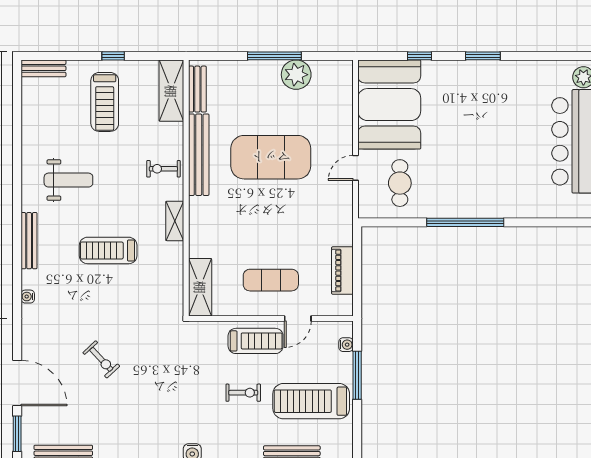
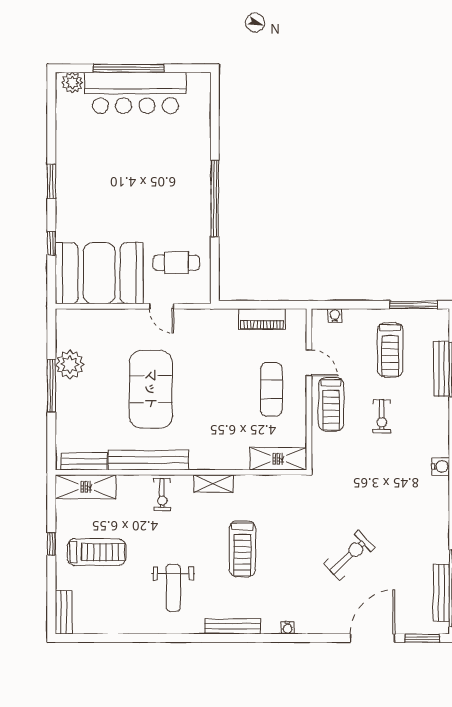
weight bench: (68, 180) -> (173, 588), turned 180
treadmill: (256, 341) -> (331, 404), turned 180
exercise bike: (101, 359) -> (349, 556), width x1.38, depth x1.39
window: (357, 375) -> (413, 305), moved
exercise bike: (243, 393) -> (382, 416), turned 180
treadmill: (311, 401) -> (390, 350), width x0.73, depth x0.73

